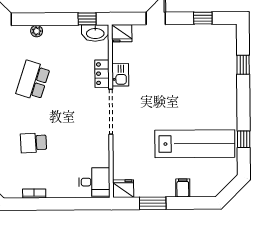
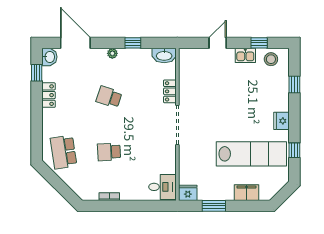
window: (87, 19) -> (133, 43), moved
fridge: (122, 33) -> (282, 121), moved, turned 90
stool: (216, 36) -> (271, 59), added
kitchen sink: (120, 75) -> (245, 55), moved, turned 90
school desk: (33, 80) -> (109, 97), width x0.54
filing cabinet: (183, 188) -> (246, 193), width x2.00

